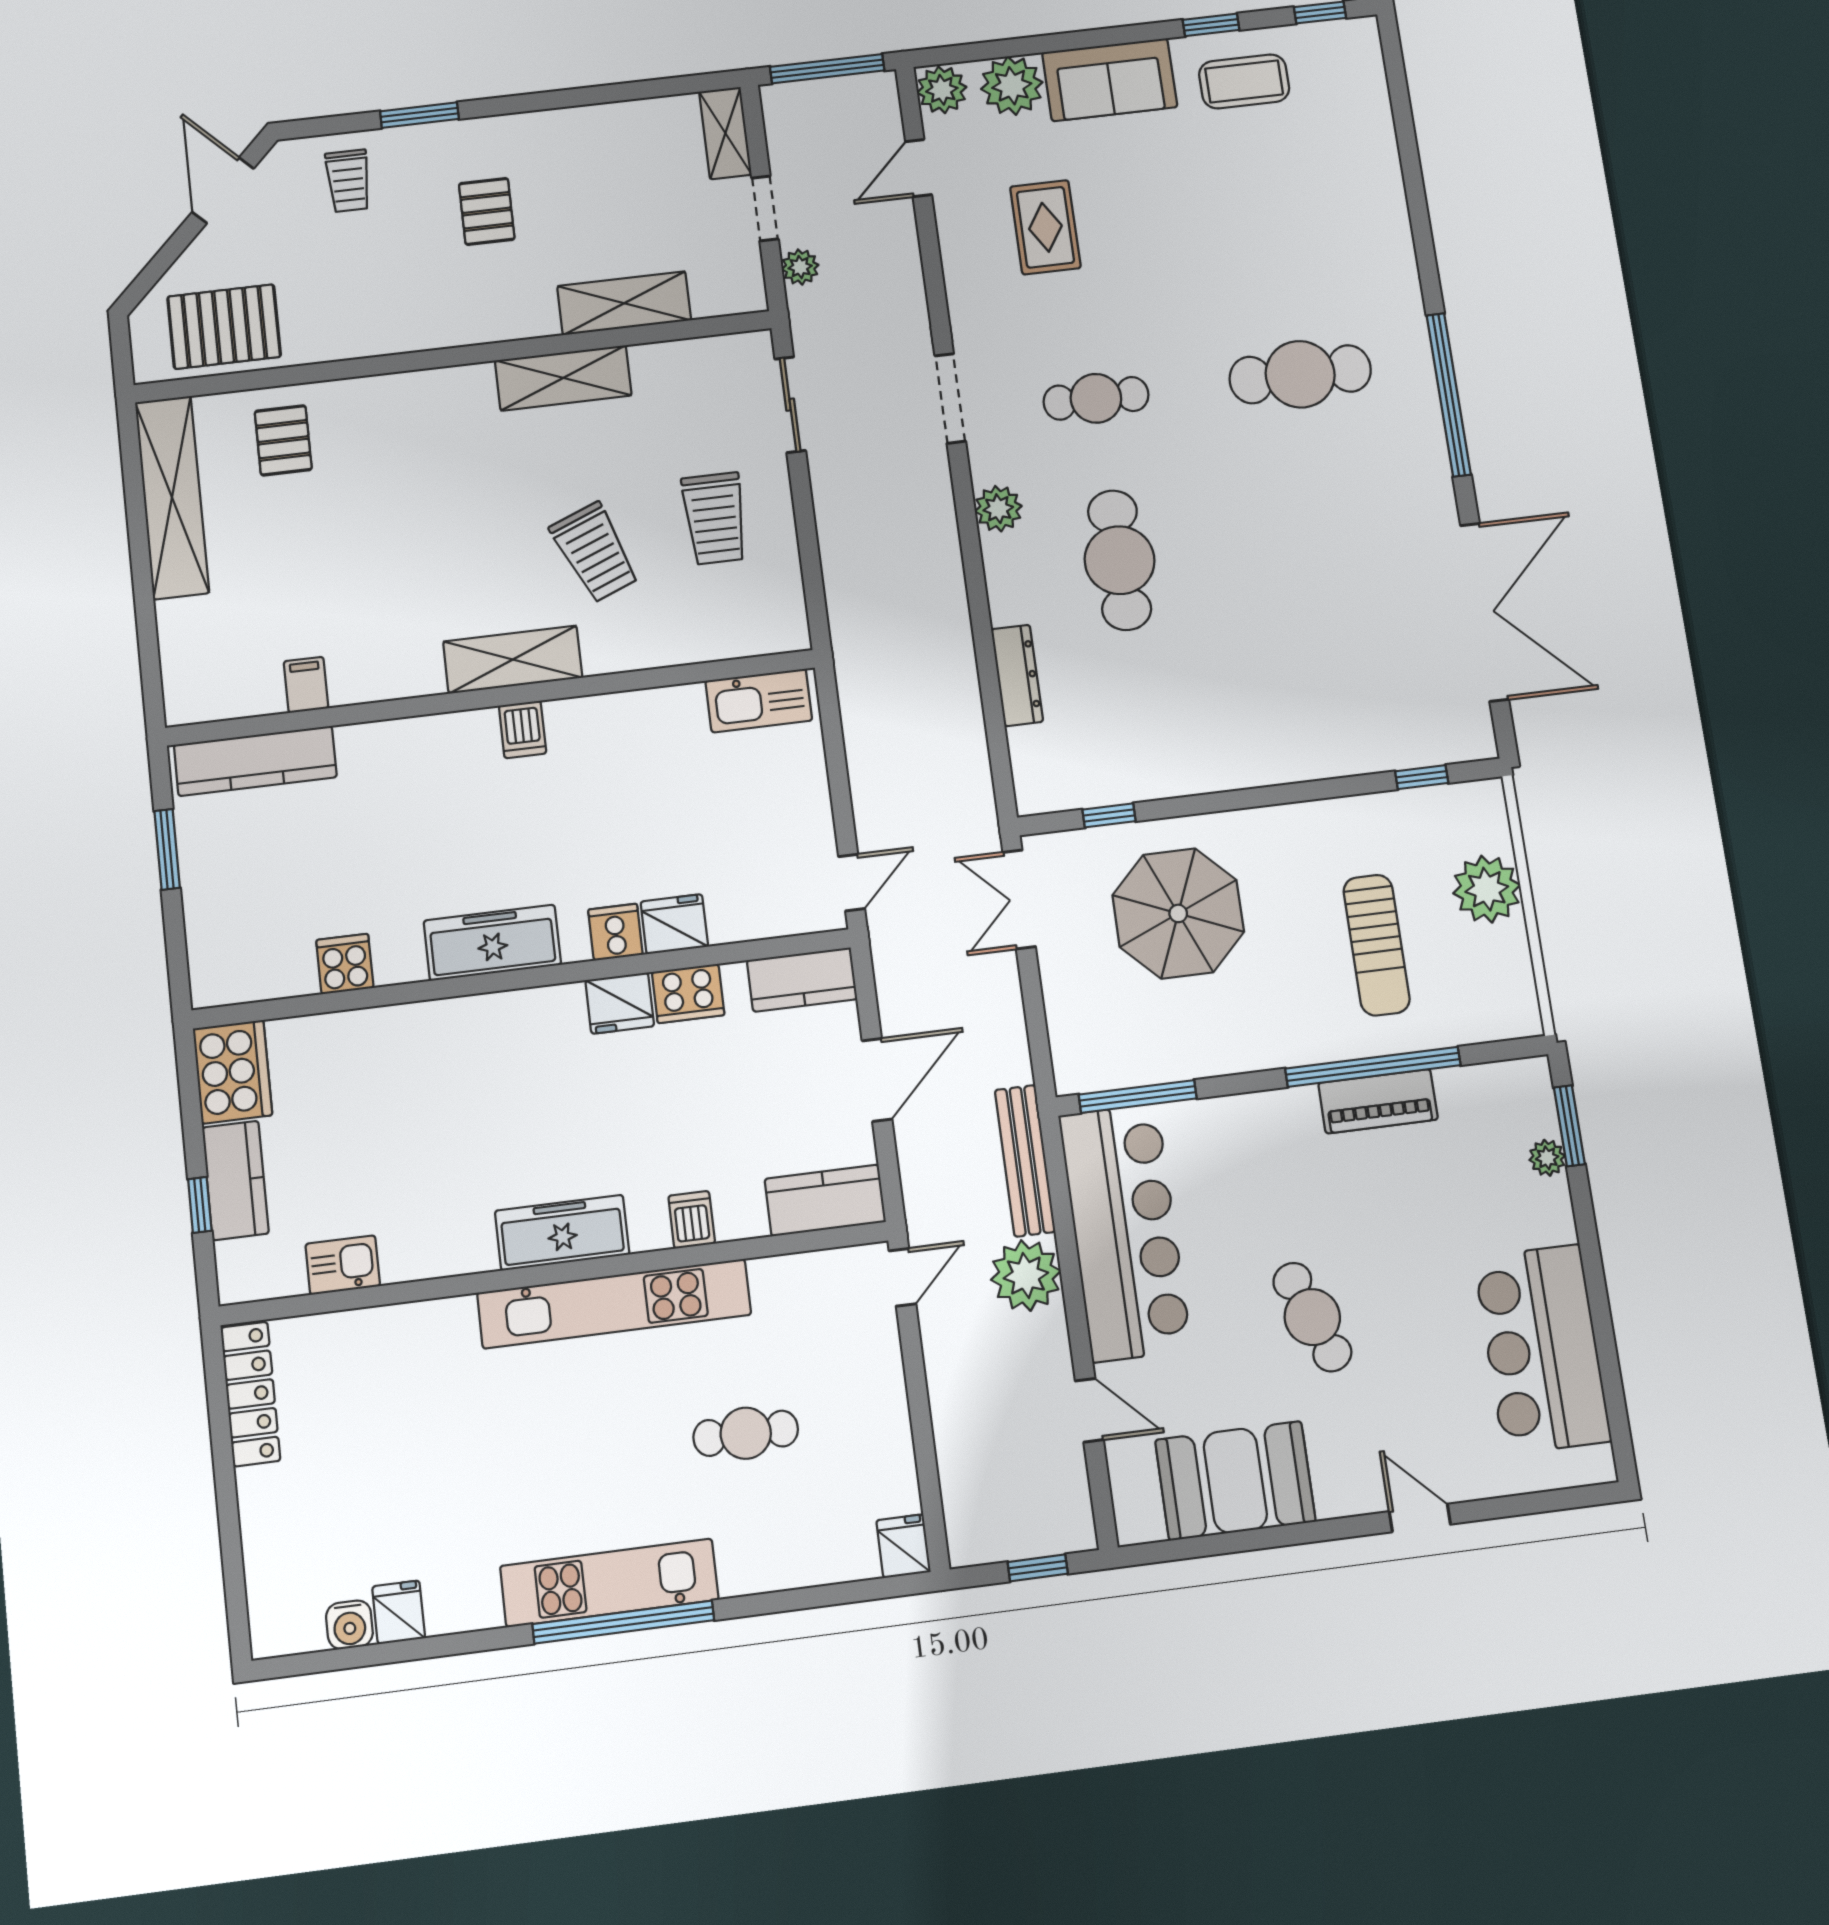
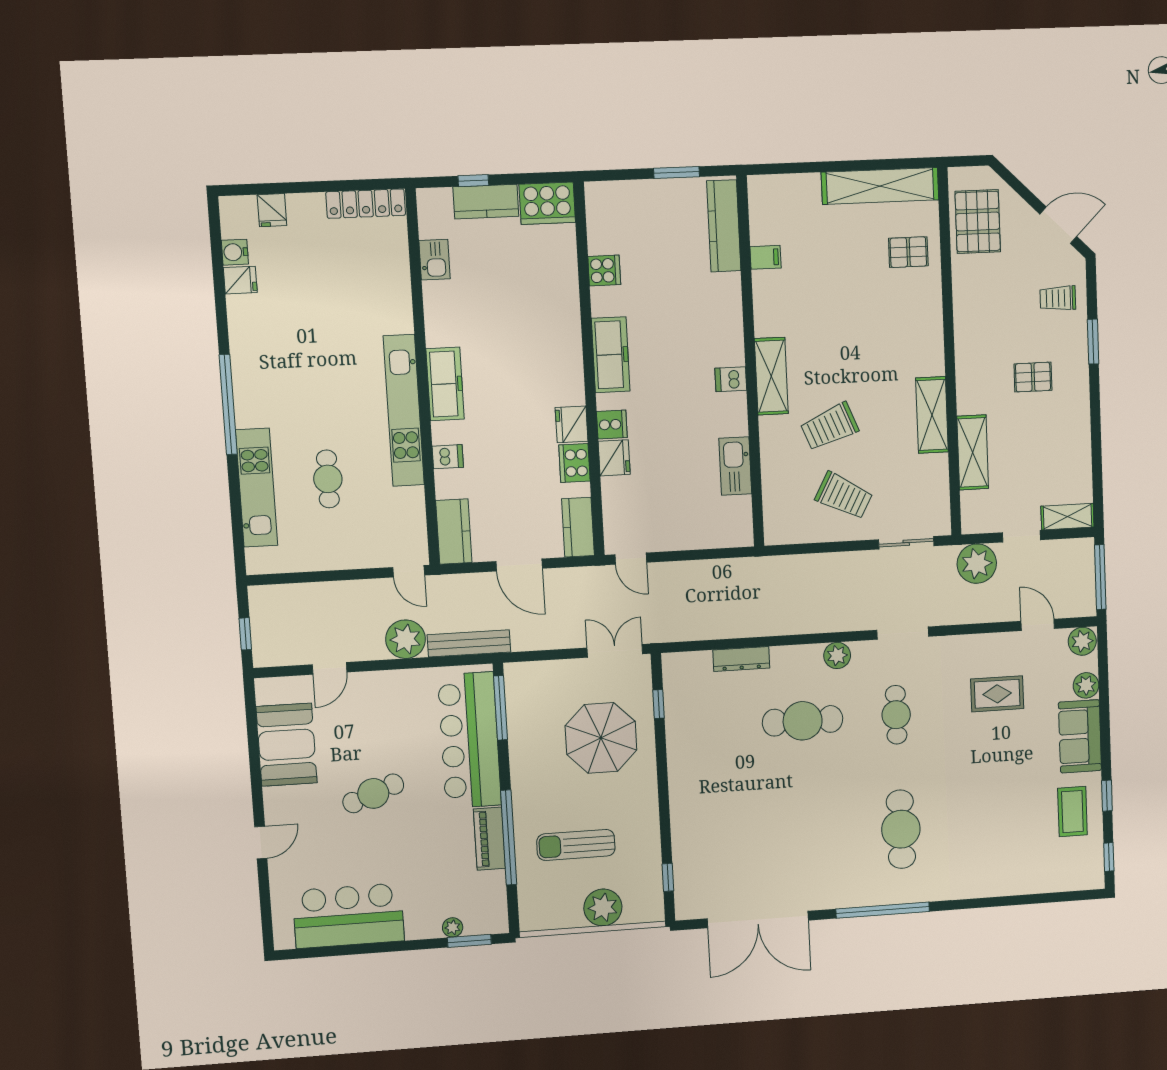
plant: (1012, 86) -> (1086, 685), width x0.73, depth x0.73
plant: (800, 267) -> (977, 564), width x1.88, depth x1.88
trolley: (715, 518) -> (844, 496), turned -152
kitchen sink: (759, 701) -> (735, 466), moved
bar counter: (1125, 1232) -> (470, 740), moved, turned 90
fridge: (903, 1546) -> (272, 210), moved, turned 90
kitchen unit: (609, 1583) -> (257, 488), moved

